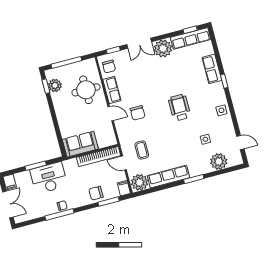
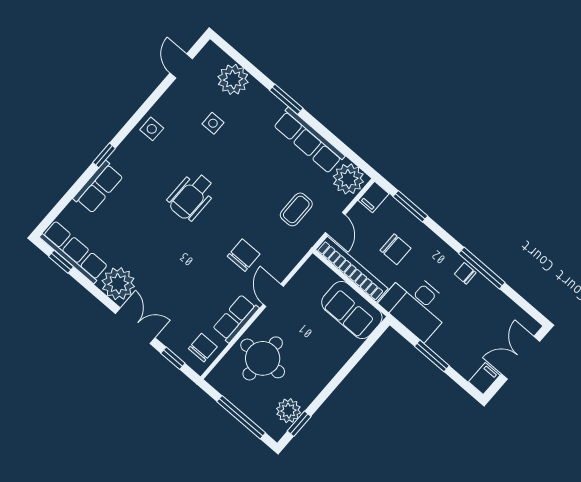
desk: (49, 178) -> (416, 305), moved
chair: (96, 193) -> (396, 249), moved

